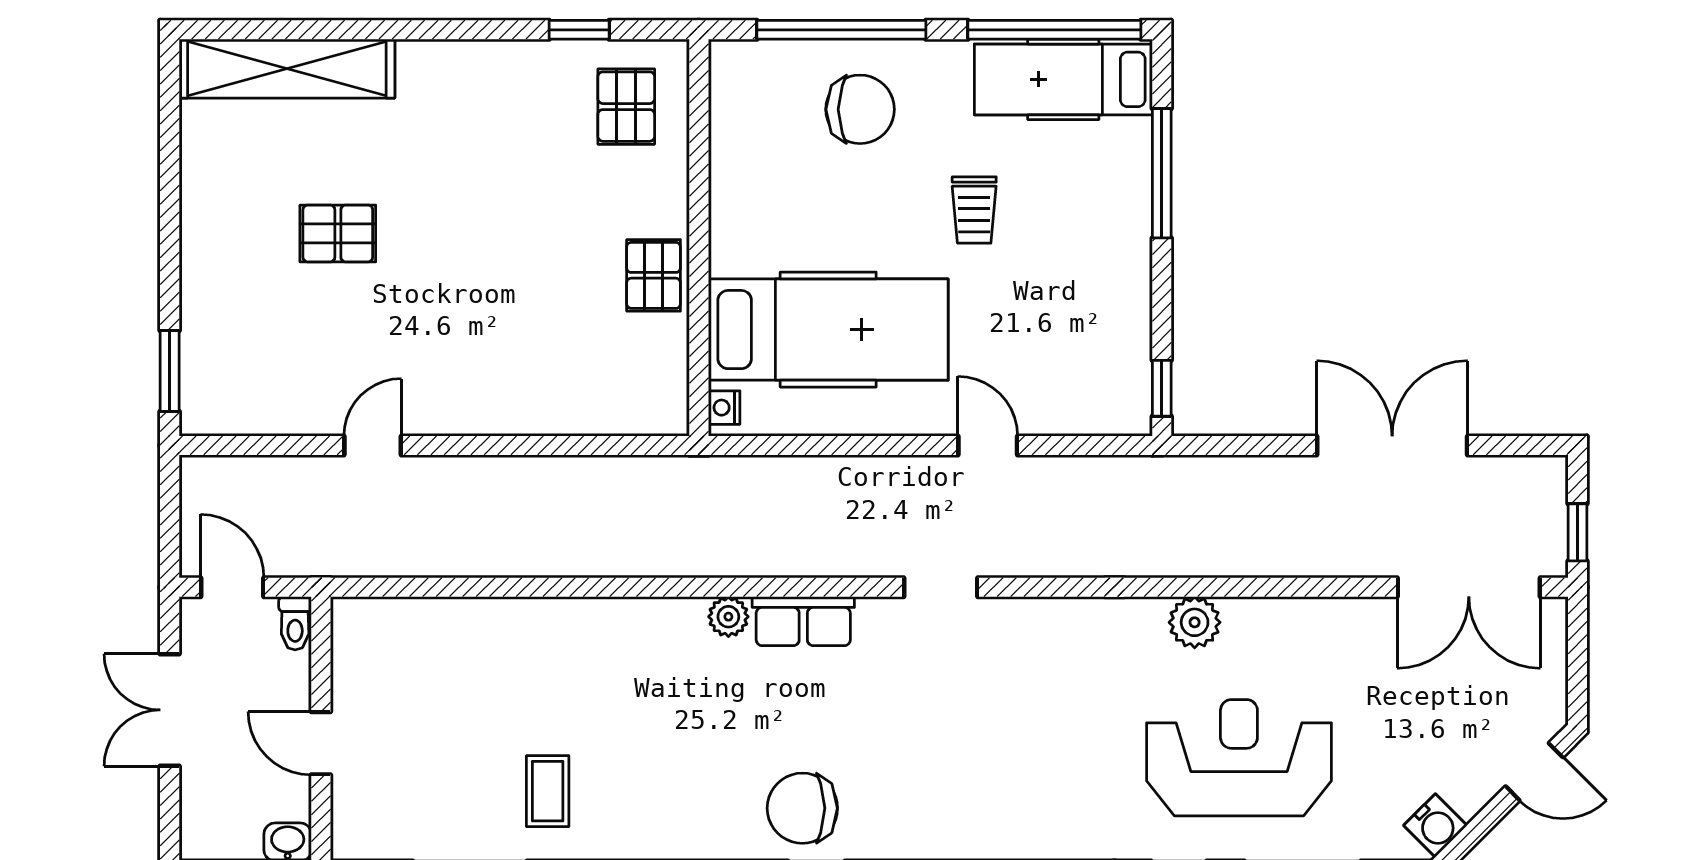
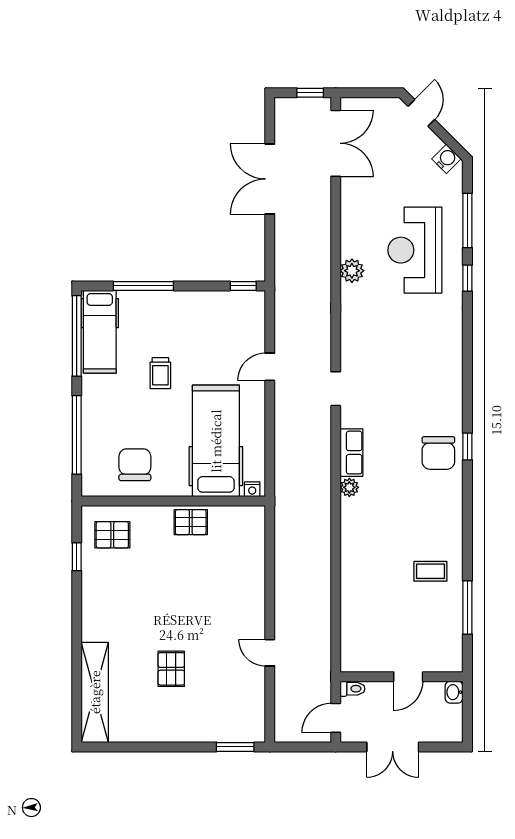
chair: (860, 109) -> (135, 465), moved
trolley: (974, 210) -> (160, 373), turned 90

